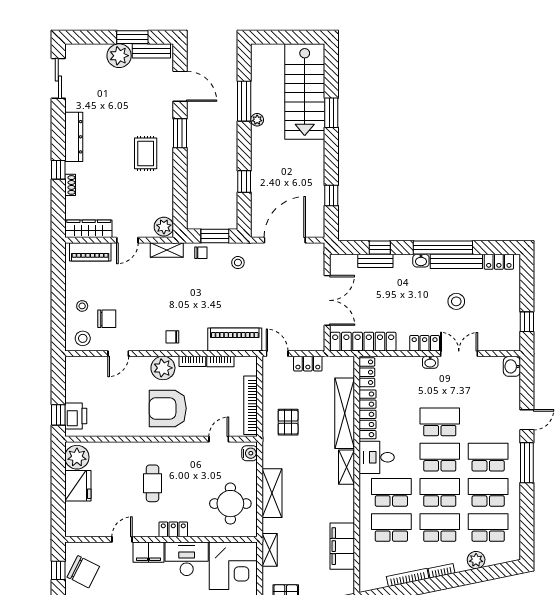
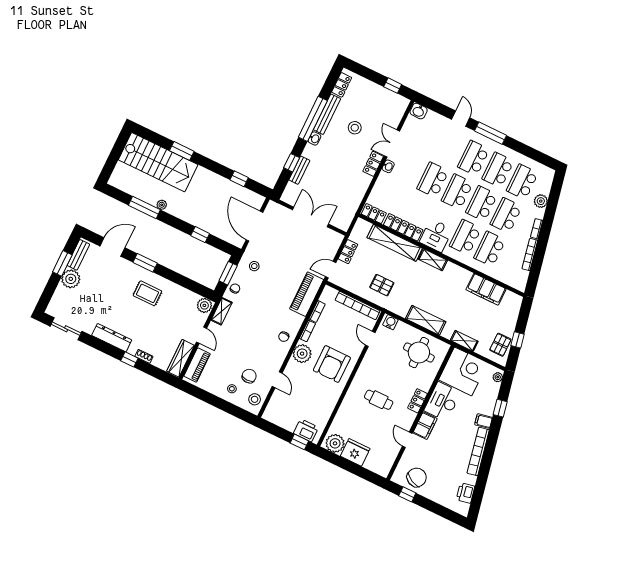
locker: (363, 342) -> (351, 206), removed

